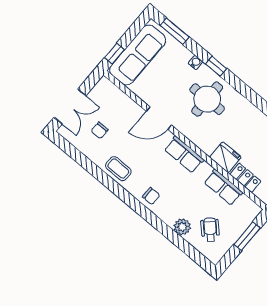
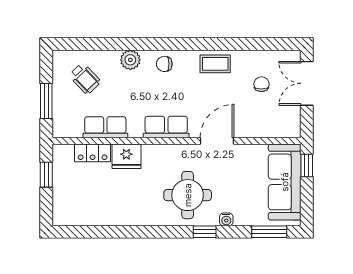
plant: (182, 227) -> (130, 60), moved

